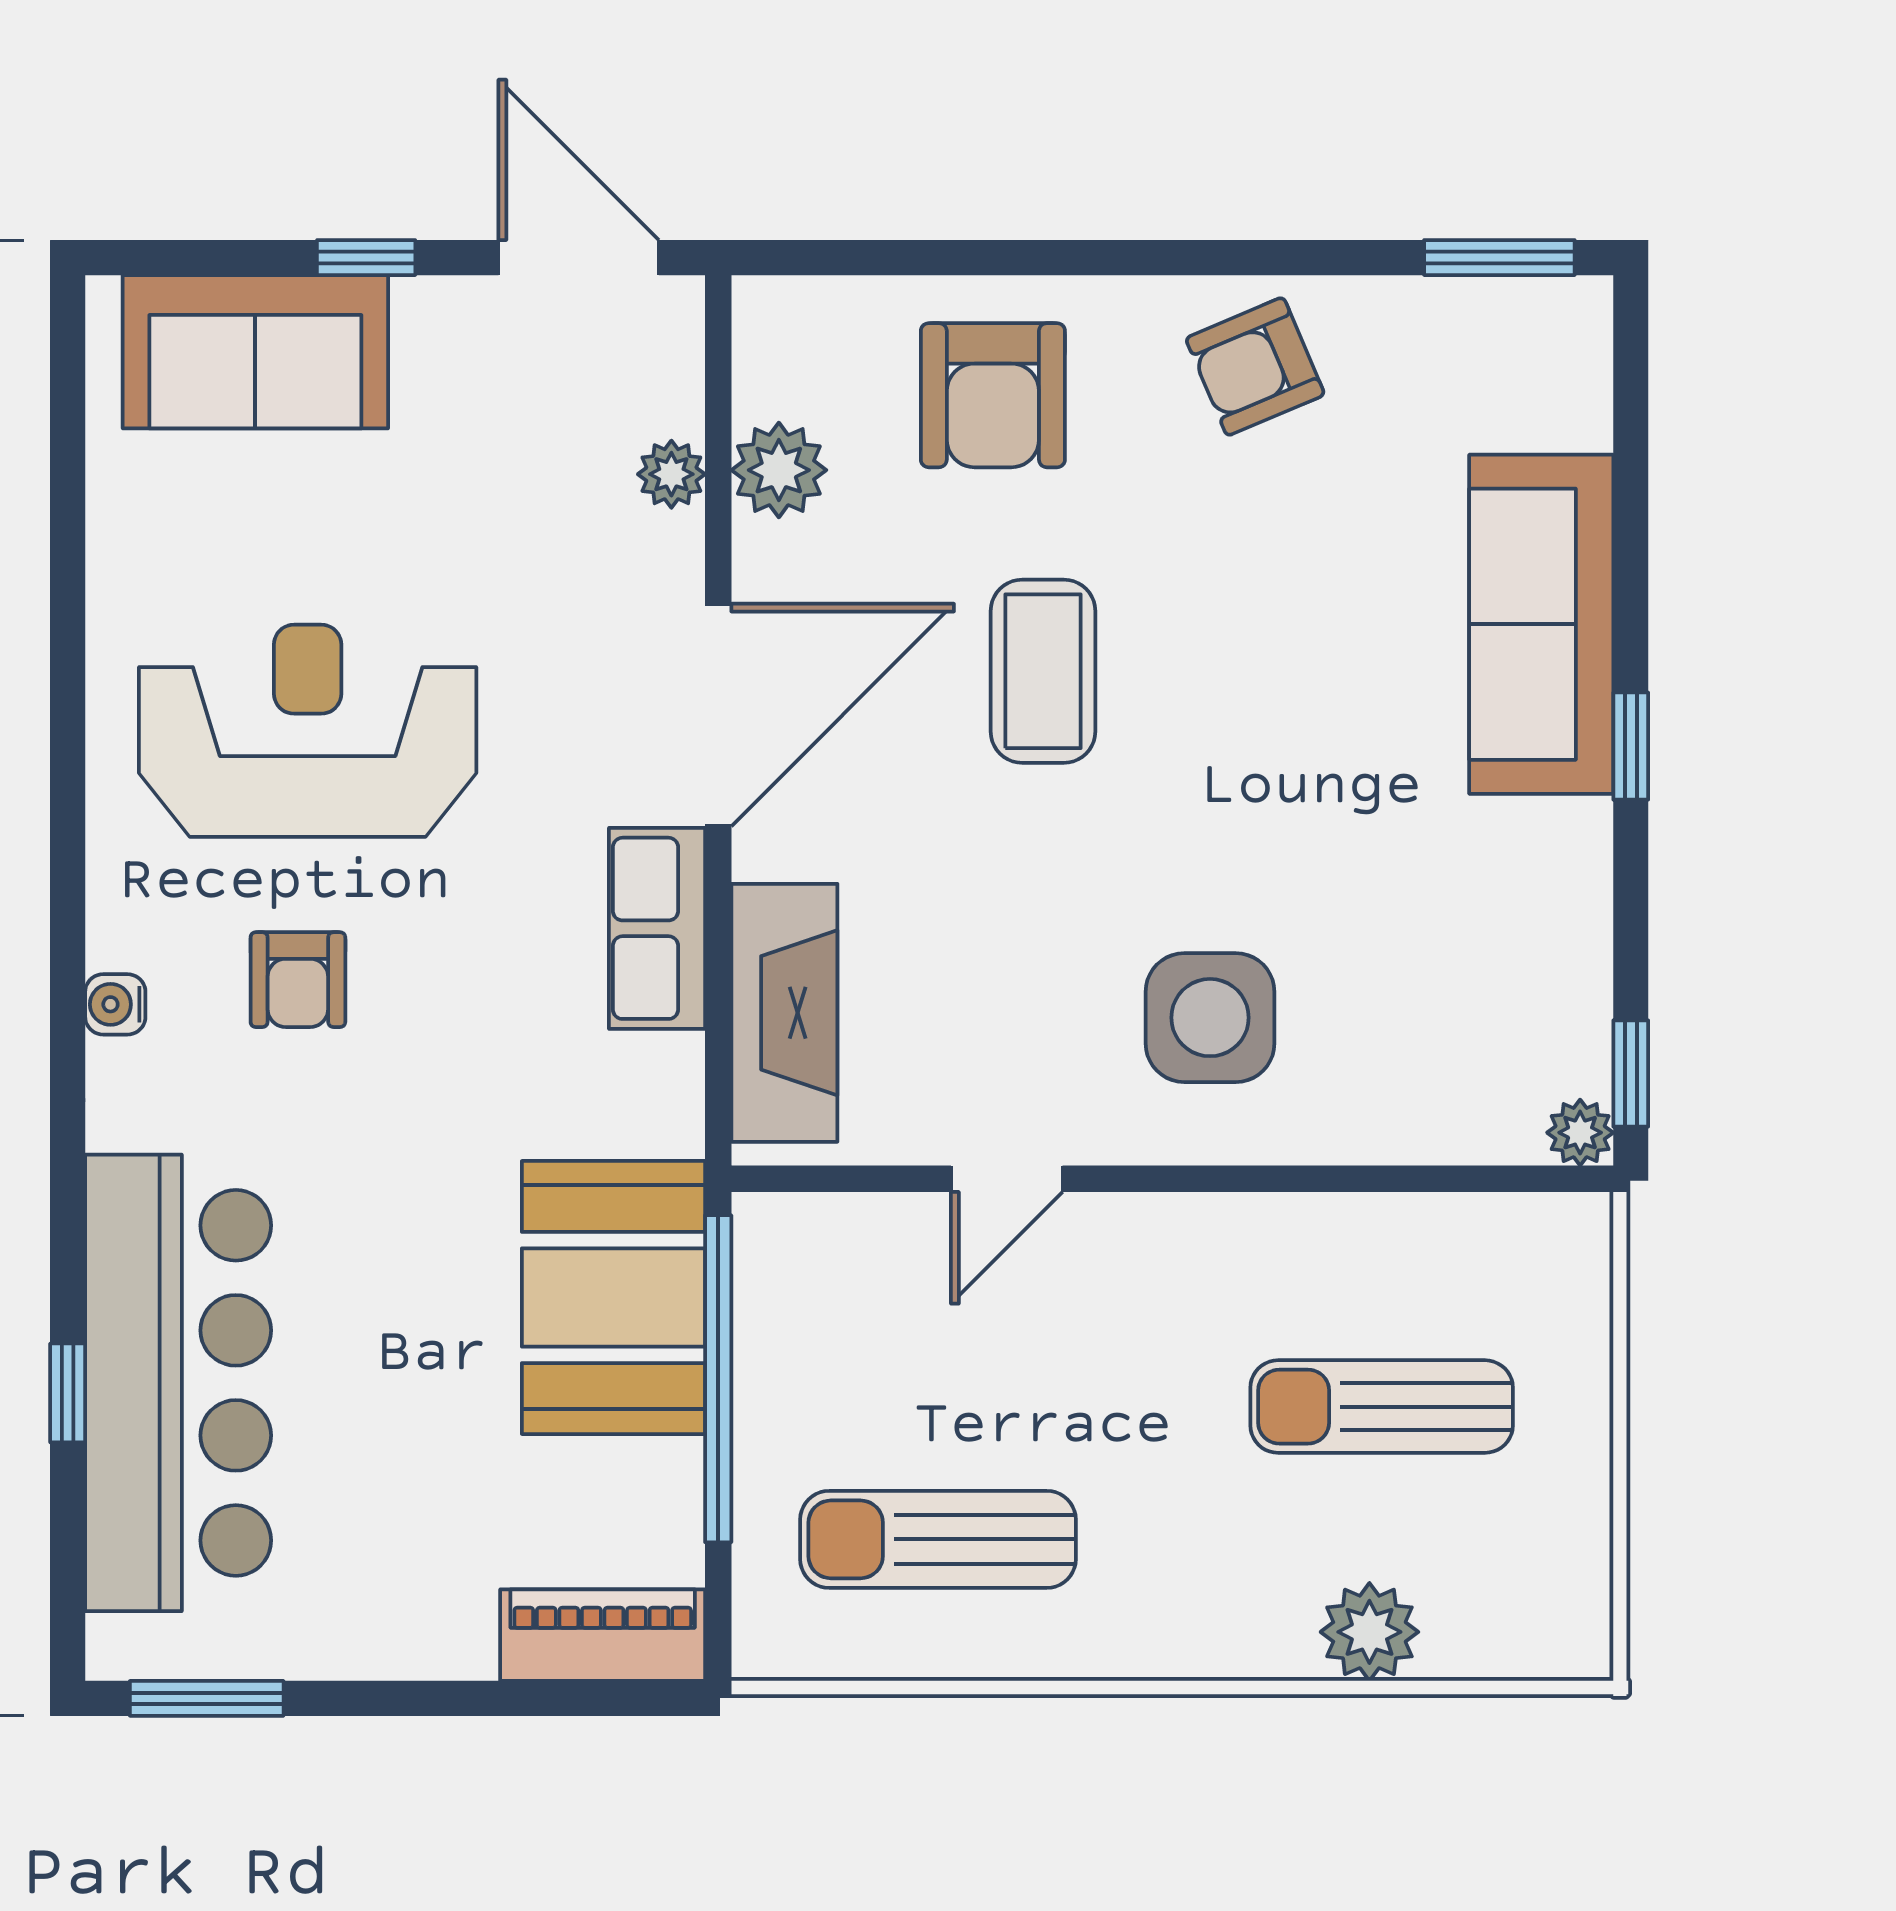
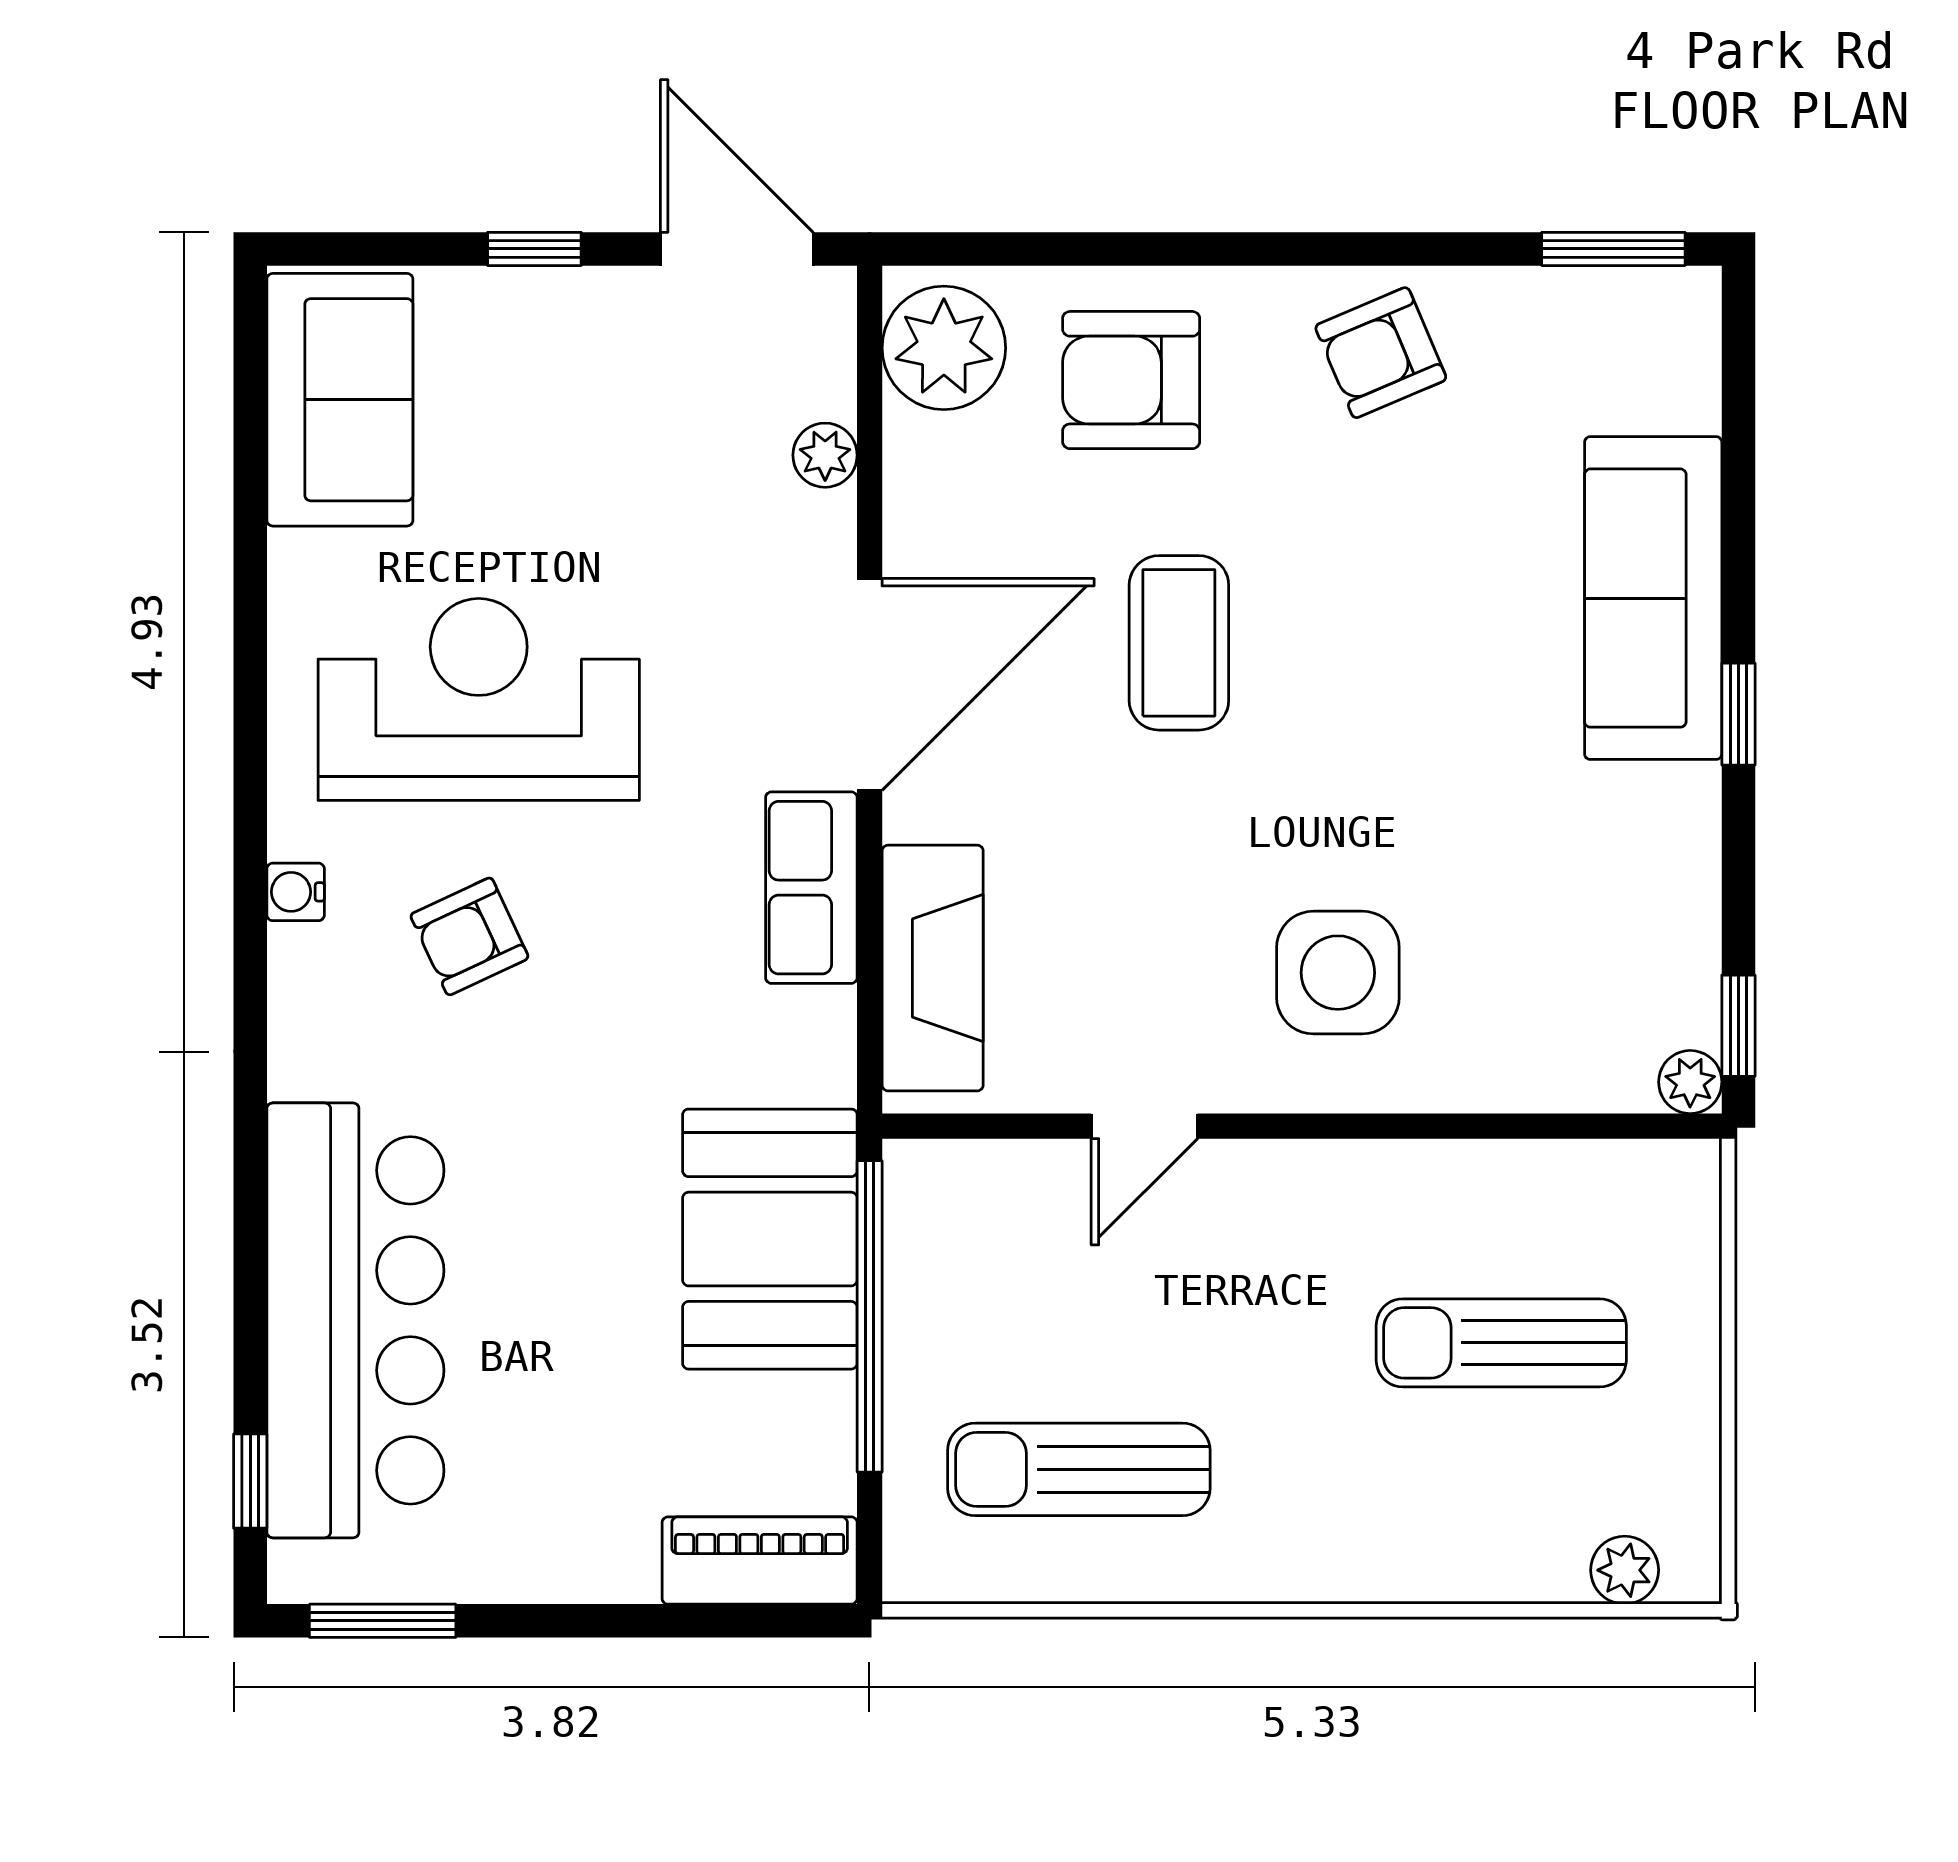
sofa: (255, 352) -> (340, 400), moved, turned -90
armchair: (993, 395) -> (1131, 380), turned 90
plant: (779, 470) -> (944, 348), moved, width x1.36, depth x1.36
armchair: (298, 980) -> (469, 936), turned 65
water cooler: (115, 1004) -> (296, 892), moved
window: (68, 1393) -> (250, 1481), moved
plant: (1369, 1632) -> (1625, 1570), moved, width x0.73, depth x0.73

